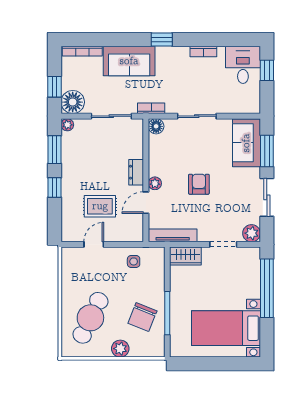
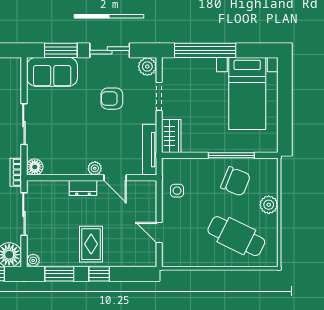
armchair: (199, 184) -> (112, 99), moved
rug: (100, 206) -> (91, 244), moved

